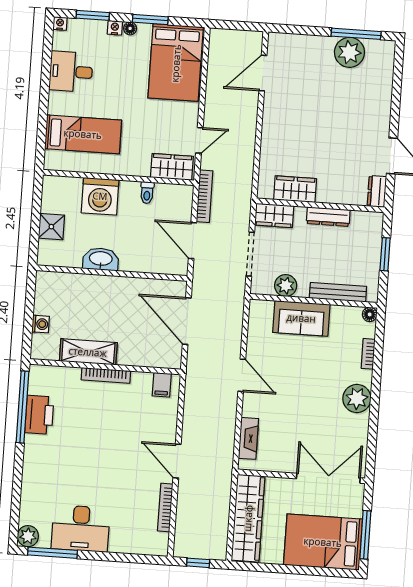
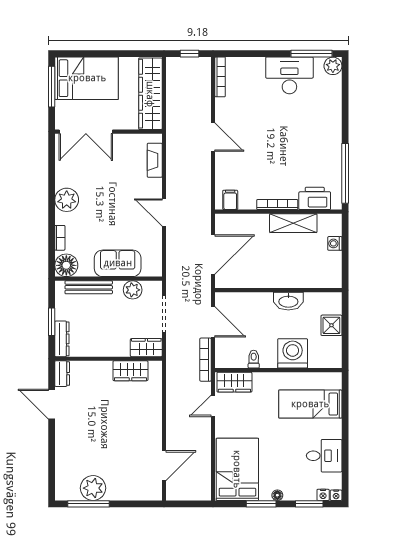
nightstand: (115, 28) -> (323, 495), moved
dresser: (328, 217) -> (62, 339), moved, turned 90
floor lamp: (370, 314) -> (66, 265), width x1.89, depth x1.89
door: (187, 321) -> (213, 254), hinge flipped
printer: (39, 415) -> (315, 198), moved, turned 90
bookcase: (165, 508) -> (220, 77), moved

